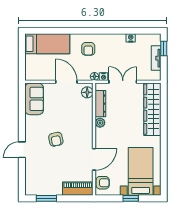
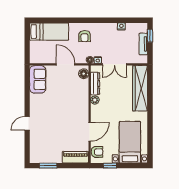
double door: (123, 82) -> (114, 64), swing flipped
armchair: (56, 139) -> (56, 114), removed
window: (131, 198) -> (110, 166), moved

